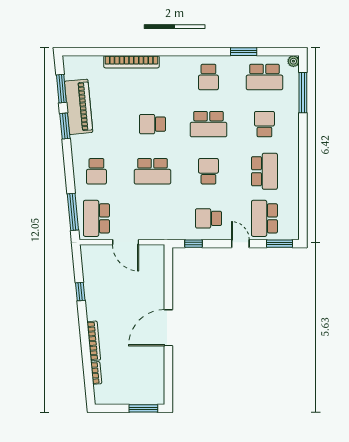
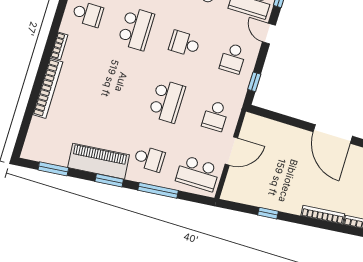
bookcase: (172, 60) -> (59, 46), added
piano: (79, 107) -> (99, 161), moved
school desk: (152, 124) -> (215, 116), moved
window: (65, 126) -> (109, 180), moved
window: (73, 212) -> (158, 190), moved
door: (240, 244) -> (269, 34), hinge flipped

